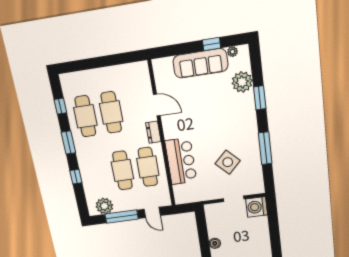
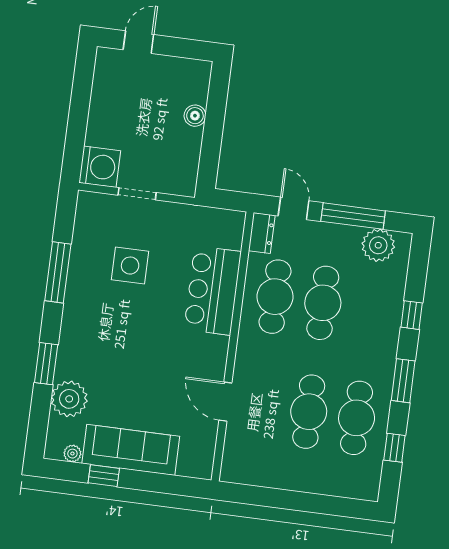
dresser: (153, 132) -> (262, 233), moved
side table: (228, 162) -> (130, 266), turned 45

